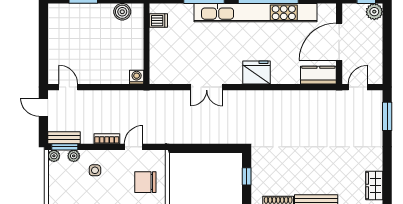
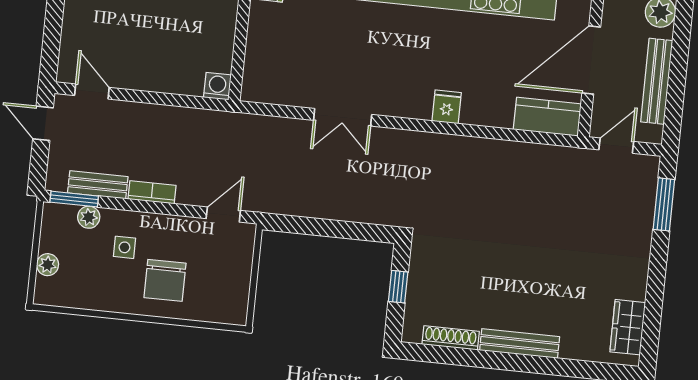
bench: (376, 50) -> (657, 81), added
fridge: (256, 72) -> (447, 107), width x0.53, depth x0.75
bench: (64, 138) -> (98, 185), moved
door: (134, 147) -> (223, 214), moved
plant: (54, 156) -> (48, 265), moved
chair: (145, 182) -> (165, 280), moved, turned -90

